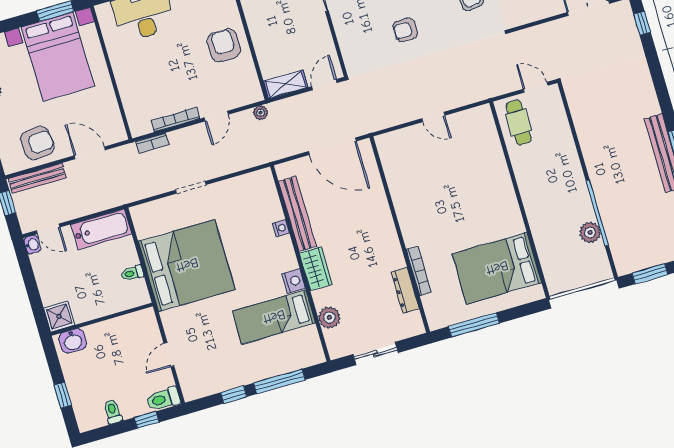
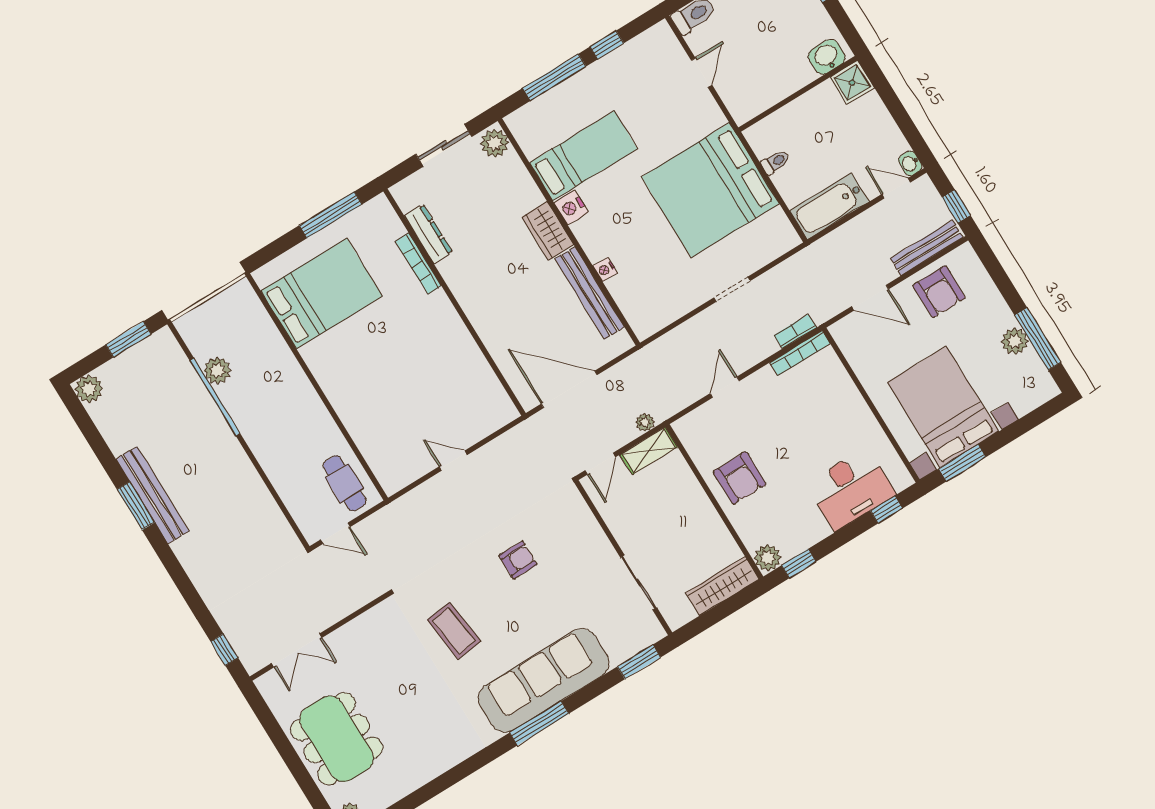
plant: (261, 113) -> (645, 422), moved
bookcase: (176, 120) -> (800, 353), moved
armchair: (37, 143) -> (939, 292), turned -86
plant: (329, 317) -> (495, 143), moved

